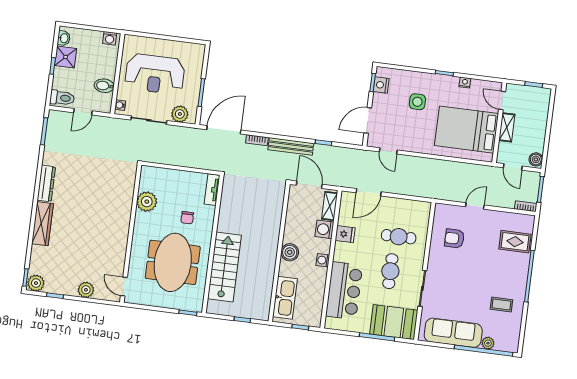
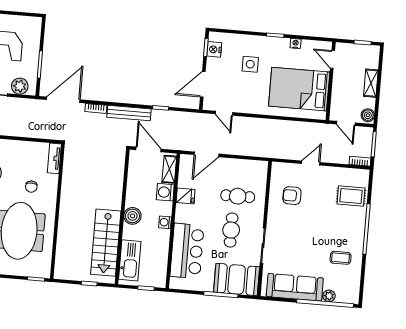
shelving: (507, 127) -> (371, 83), moved
stairs: (224, 267) -> (106, 243), moved, turned 180

